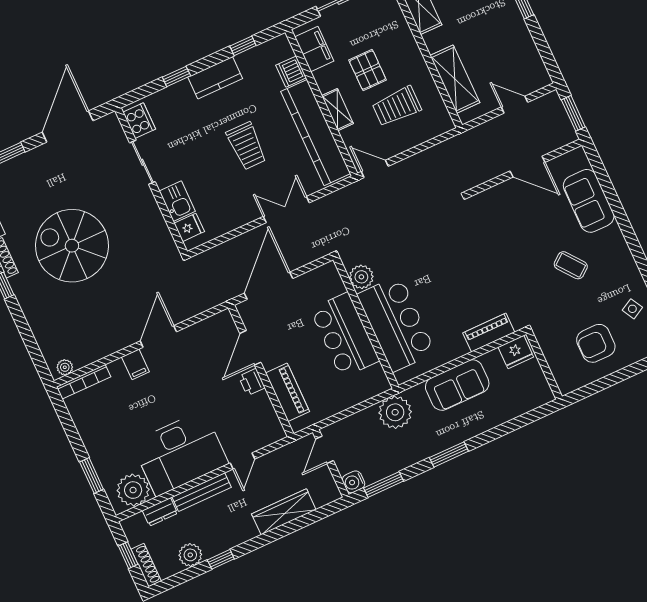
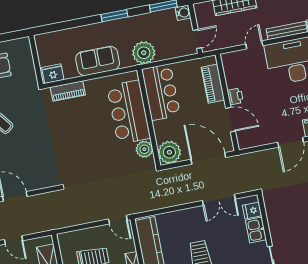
double door: (286, 210) -> (219, 200), moved
plant: (325, 281) -> (169, 152), added
door: (269, 286) -> (208, 158), swing flipped
bar counter: (345, 335) -> (161, 92), moved
door: (250, 348) -> (231, 120), hinge flipped

